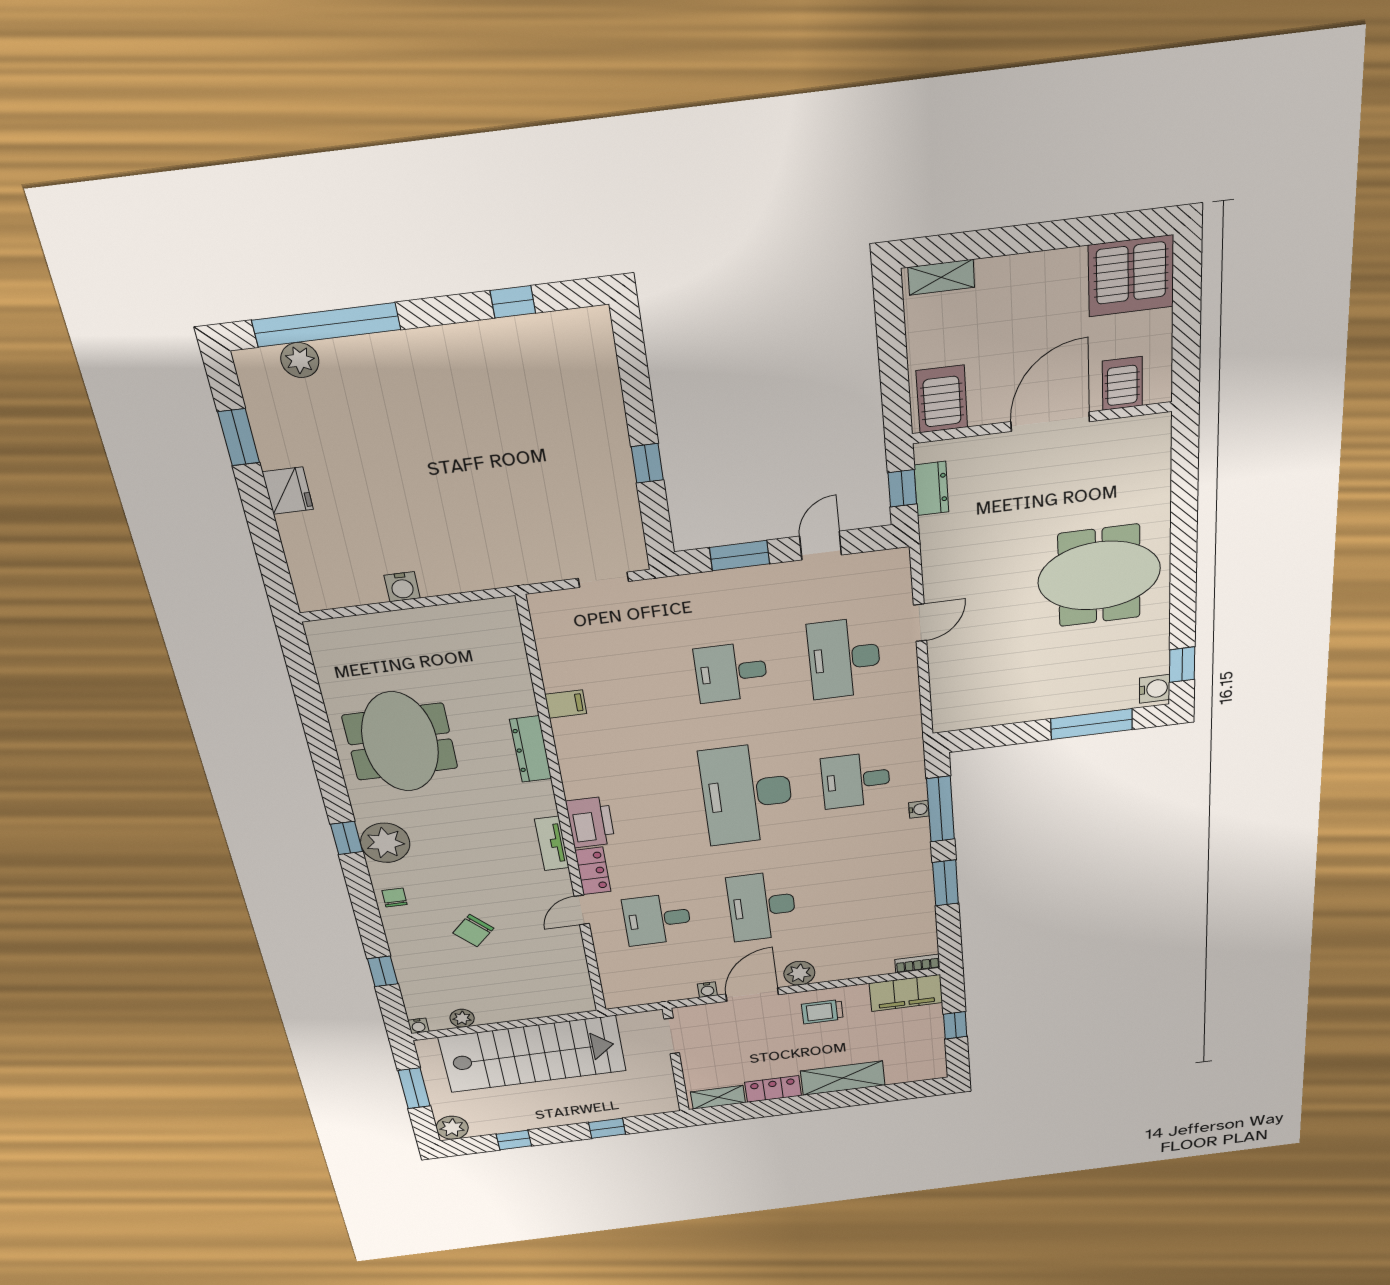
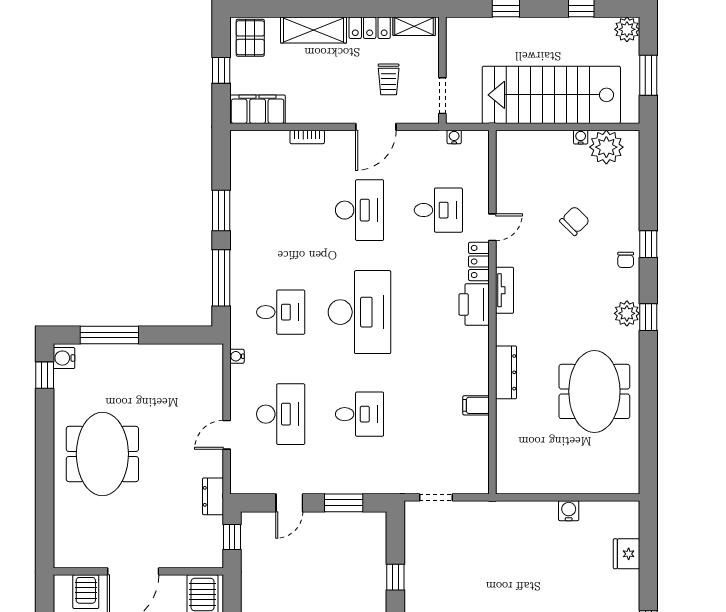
dresser: (931, 489) -> (213, 496), moved
fridge: (288, 491) -> (626, 554), moved
meeting table: (1099, 576) -> (102, 454), turned 90
water cooler: (919, 809) -> (237, 356), moved
plant: (385, 843) -> (627, 313), width x0.73, depth x0.73
bookcase: (917, 964) -> (307, 137), moved
window: (383, 971) -> (648, 244), moved
plant: (799, 973) -> (338, 142), removed
water cooler: (707, 990) -> (454, 137), moved
trolley: (822, 1012) -> (389, 79), moved, turned 90
plant: (462, 1018) -> (606, 147), width x1.88, depth x1.88
water cooler: (418, 1026) -> (581, 137), moved
pallet: (921, 1061) -> (250, 38), added

